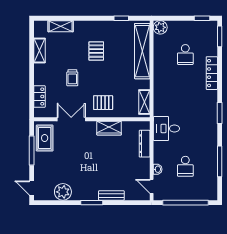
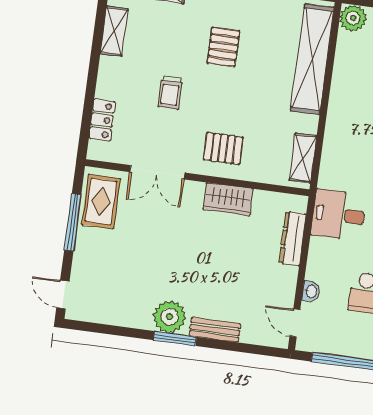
double door: (71, 119) -> (157, 172), swing flipped
plant: (63, 192) -> (170, 317), moved

